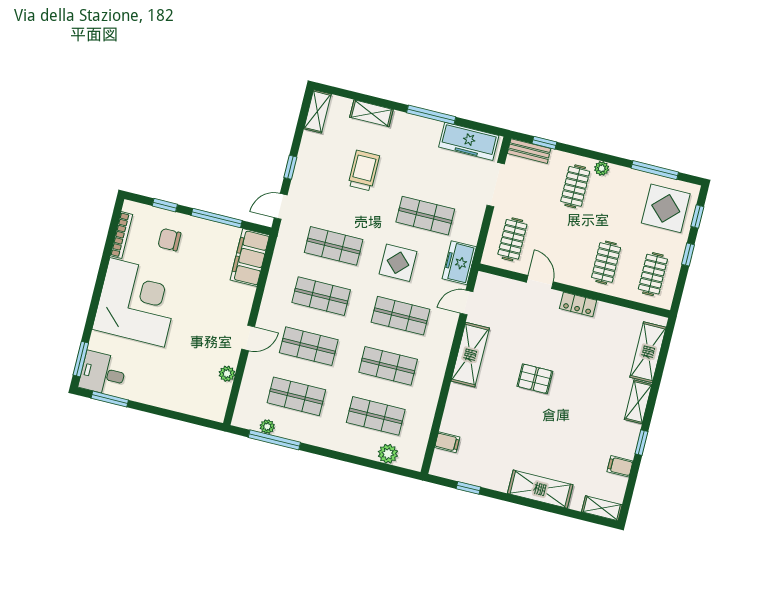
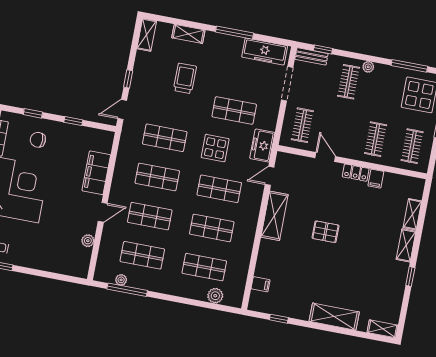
window: (217, 218) -> (73, 121), width x0.46
filing cabinet: (250, 257) -> (96, 173), moved
shelving: (648, 352) -> (412, 214), width x0.67, depth x0.75
filing cabinet: (620, 466) -> (376, 179), moved, turned -90

